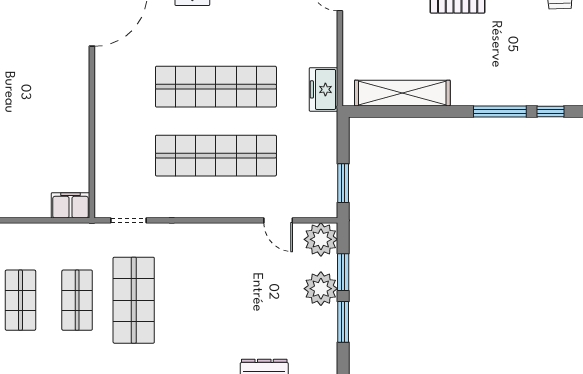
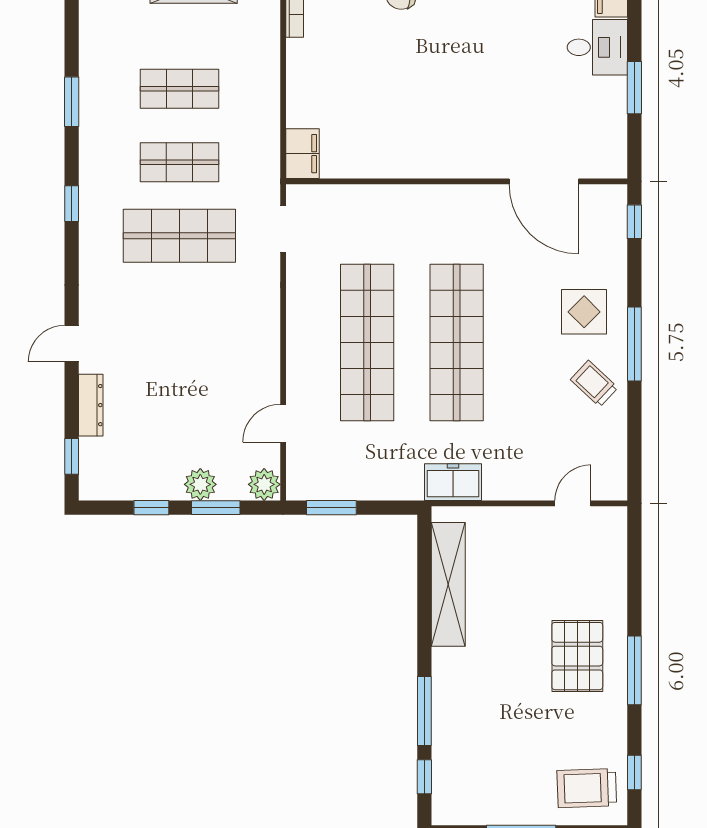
plant: (321, 239) -> (264, 484), width x0.73, depth x0.73
plant: (321, 289) -> (200, 484), width x0.73, depth x0.73
window: (343, 322) -> (151, 508), width x0.67

